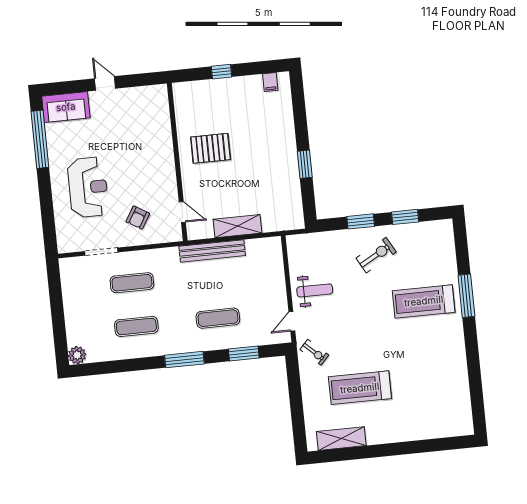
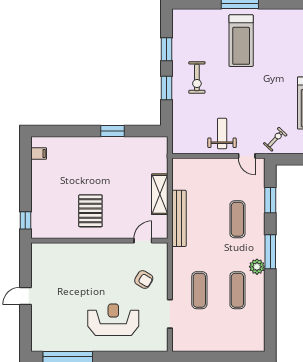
window: (221, 72) -> (25, 220), moved
sofa: (66, 107) -> (42, 332), removed
exercise bike: (376, 255) -> (197, 77), turned -151
plant: (77, 355) -> (257, 267), moved

